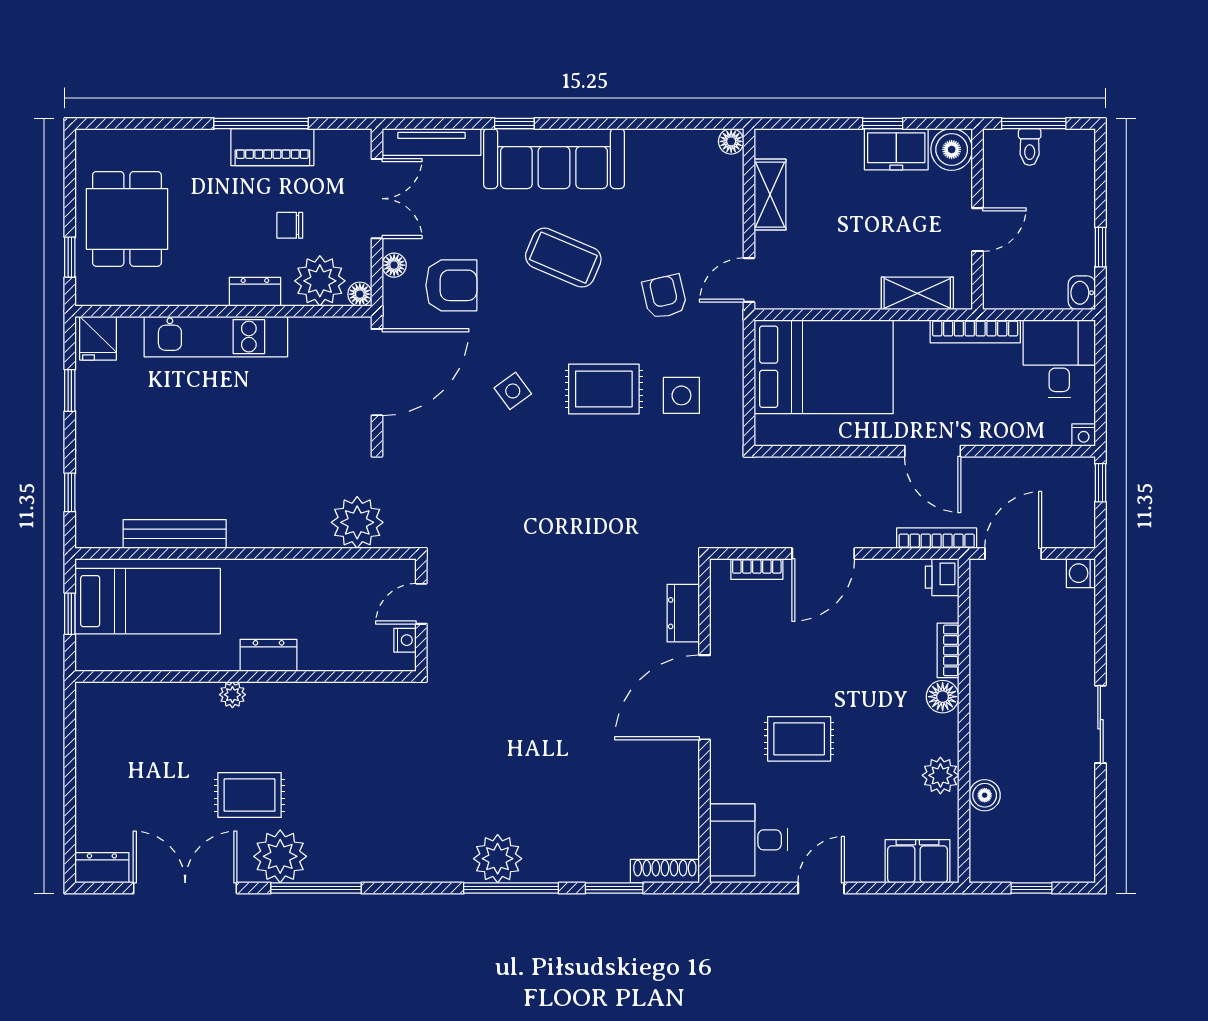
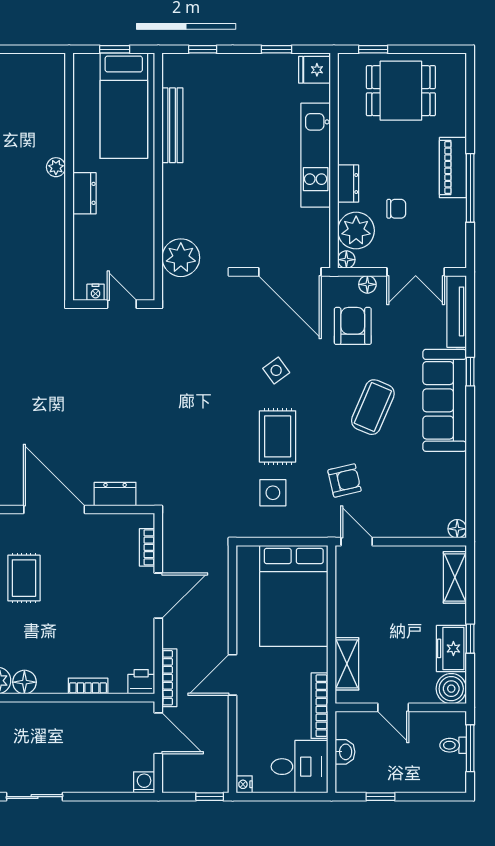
piano: (272, 147) -> (453, 168), moved
shelving: (770, 195) -> (455, 577), moved, turned 90
chair: (290, 225) -> (396, 209), turned 90
armchair: (451, 285) -> (353, 326), turned 180
washbasin: (1082, 293) -> (345, 752), moved, turned 90
door: (823, 554) -> (158, 596), swing flipped
floor lamp: (943, 697) -> (24, 682), moved

